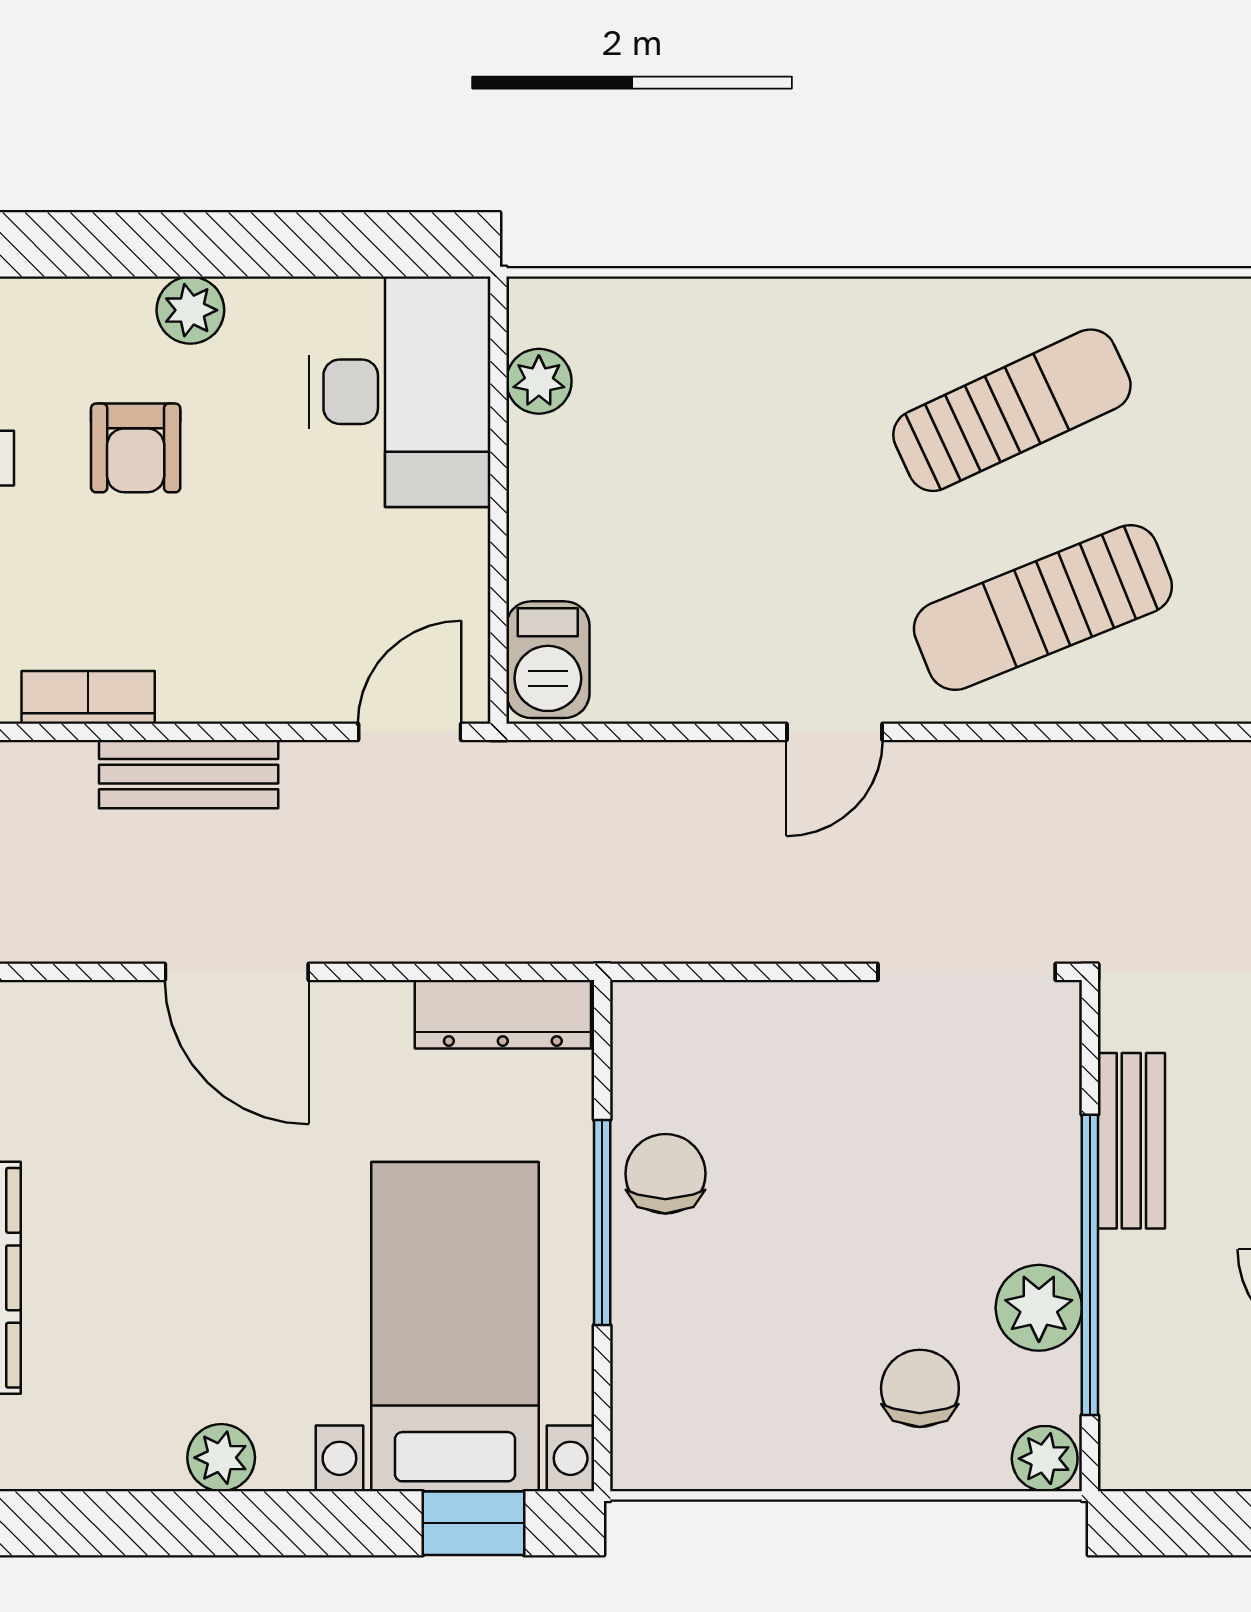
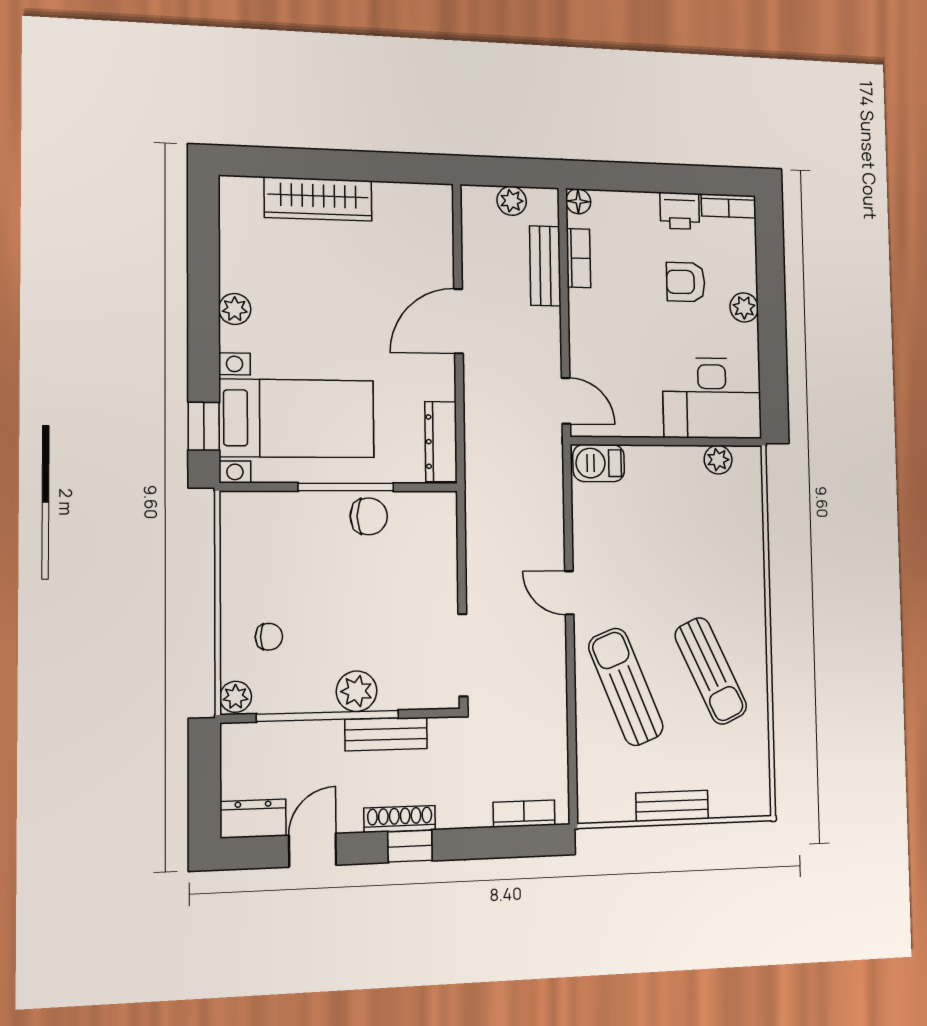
bench: (189, 774) -> (545, 266), moved
plant: (1039, 1308) -> (357, 691), moved
chair: (920, 1388) -> (269, 637), width x0.73, depth x0.73

